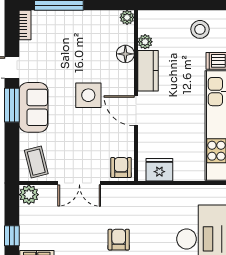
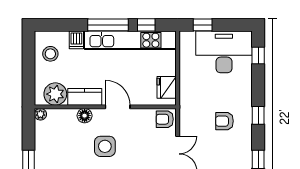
plant: (145, 42) -> (55, 94), width x1.88, depth x1.88
floor lamp: (125, 54) -> (85, 116), moved
door: (136, 111) -> (118, 107), swing flipped

